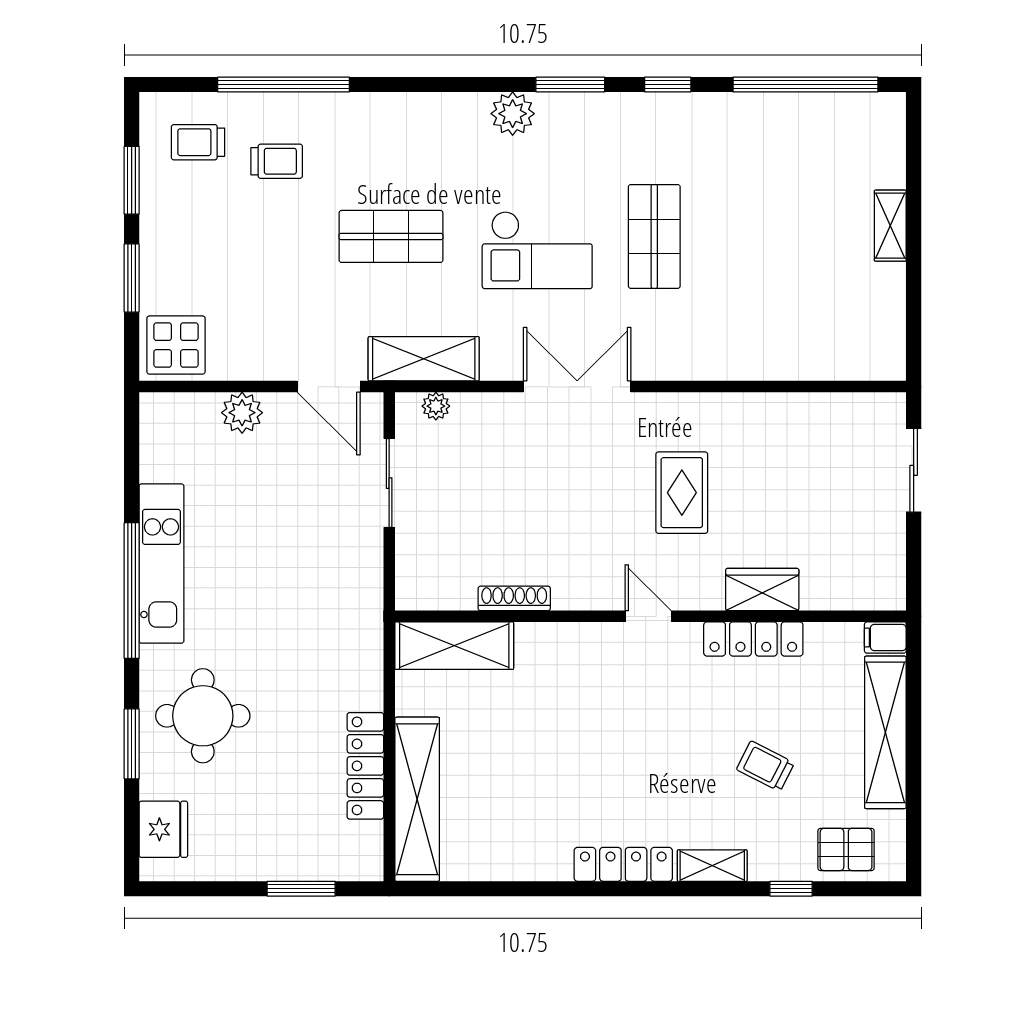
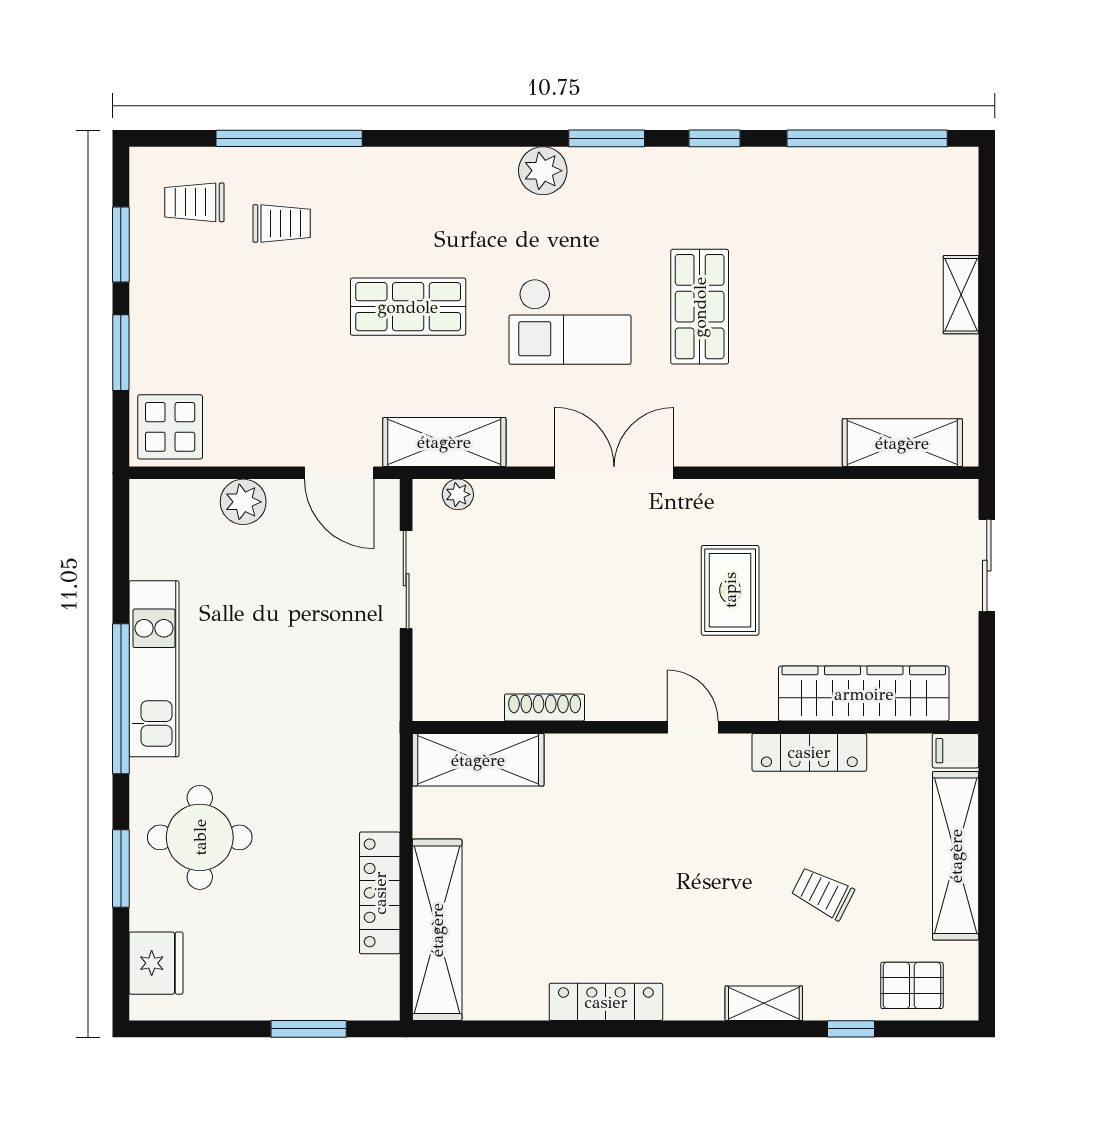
shelving: (837, 359) -> (902, 443), added
wardrobe: (762, 590) -> (864, 694), width x2.10, depth x1.17
locker: (623, 864) -> (606, 1002), moved

